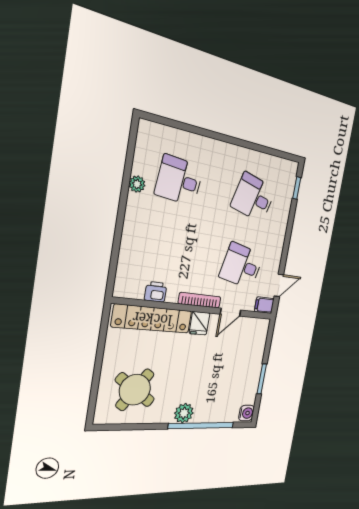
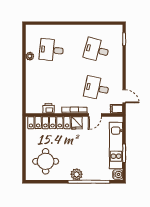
door: (279, 285) -> (124, 96), hinge flipped
kitchen unit: (253, 366) -> (116, 145), added
round table: (135, 390) -> (46, 161), turned -35

